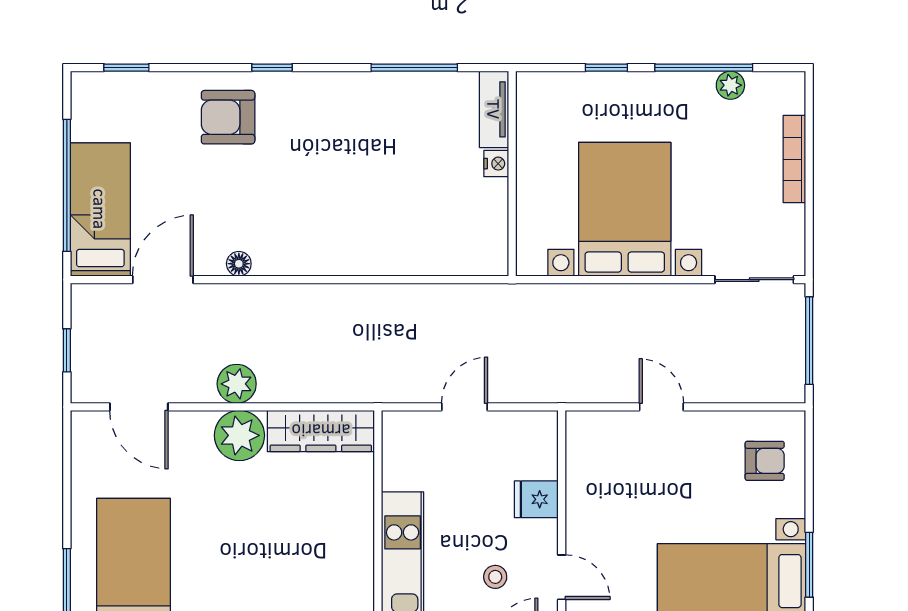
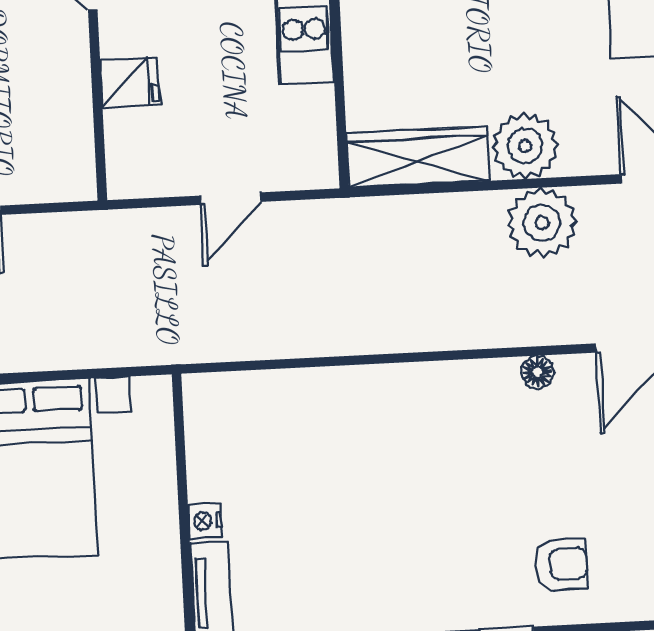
armchair: (228, 117) -> (561, 564), width x0.72, depth x0.72
plant: (237, 384) -> (542, 223), width x1.36, depth x1.36

